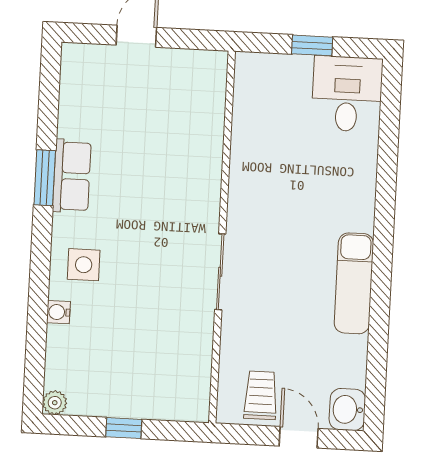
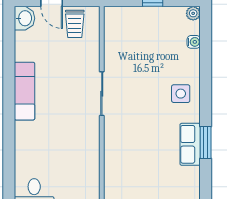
water cooler: (58, 312) -> (194, 42), moved

